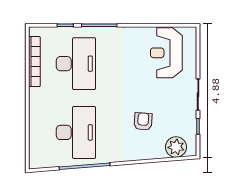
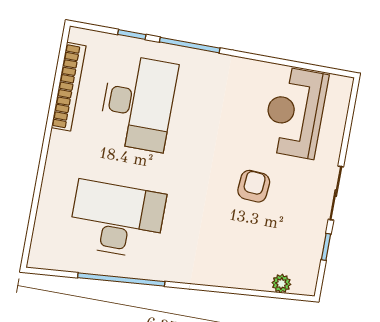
armchair: (143, 121) -> (254, 186), moved
desk: (76, 132) -> (117, 220), turned -90
plant: (176, 147) -> (281, 284), width x0.53, depth x0.53

